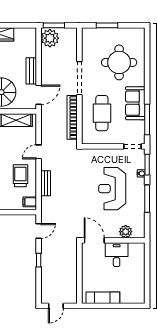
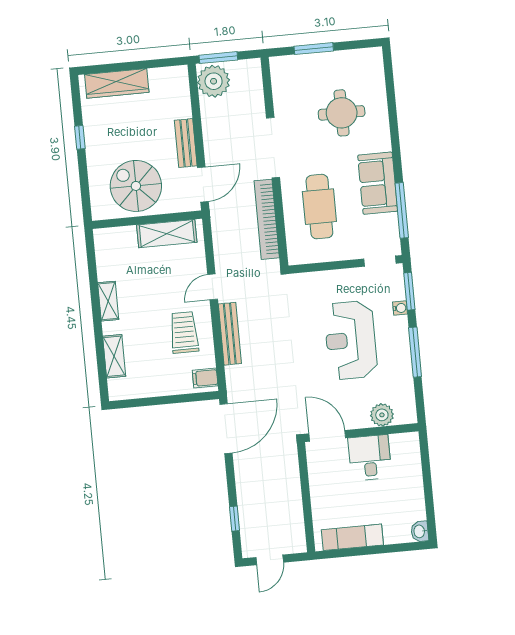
round table: (119, 62) -> (342, 113), width x0.73, depth x0.73
bench: (46, 183) -> (230, 334), width x1.36
door: (39, 231) -> (226, 429), width x1.88
window: (39, 260) -> (234, 519), moved
washbasin: (140, 298) -> (420, 531), added

